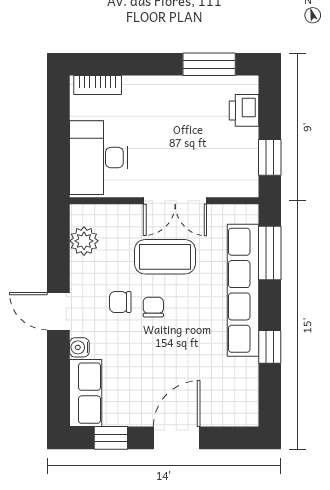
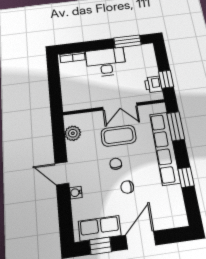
printer: (244, 110) -> (153, 84), moved
desk: (99, 158) -> (106, 62), moved, turned 90
chair: (120, 302) -> (127, 187), moved
row of seats: (86, 393) -> (100, 228), moved, turned -90

